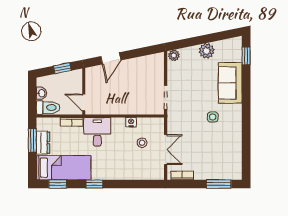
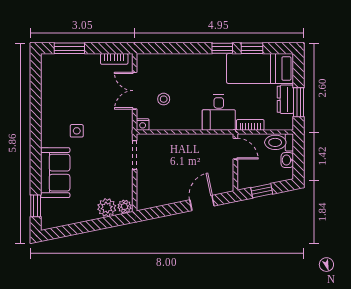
plant: (207, 51) -> (107, 208), moved
nightstand: (131, 122) -> (143, 124), moved
window: (58, 184) -> (252, 48), moved

